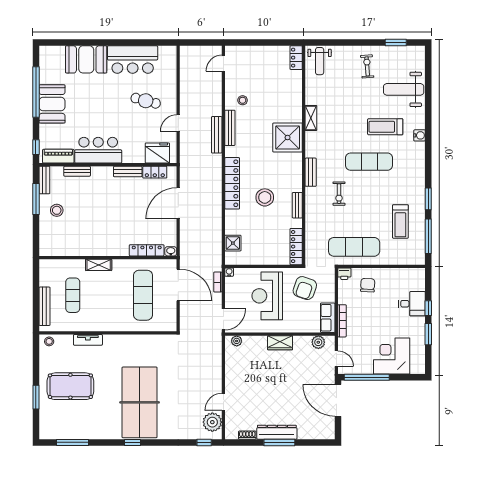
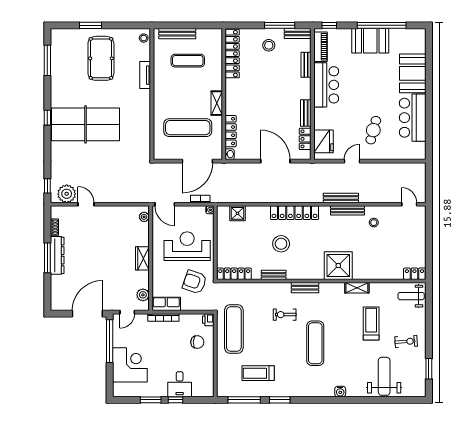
door: (178, 123) -> (352, 161), hinge flipped
treadmill: (385, 127) -> (371, 324), moved
locker: (65, 249) -> (232, 54), added
shelving: (99, 265) -> (217, 103), moved

